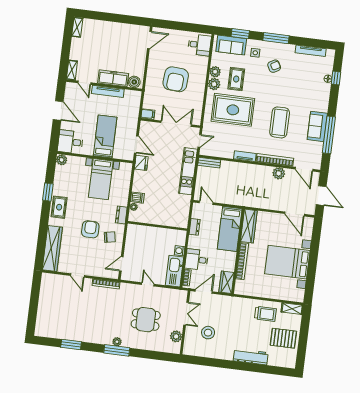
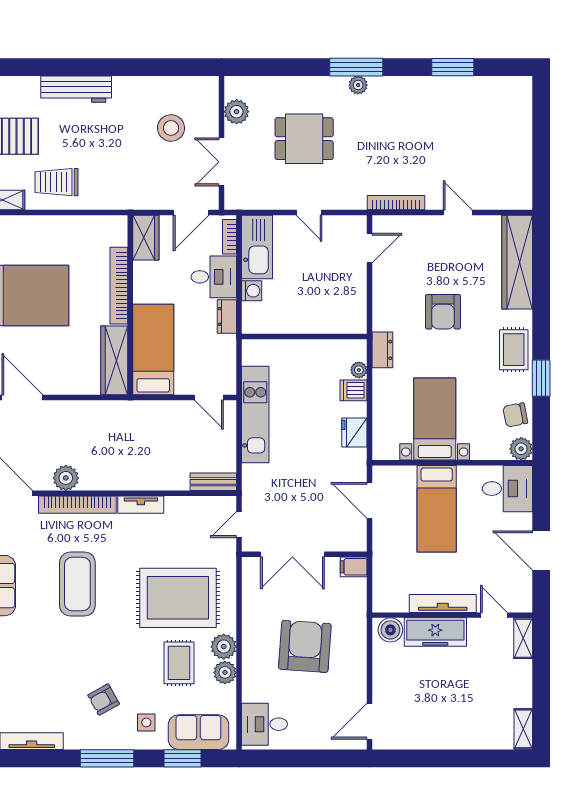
fridge: (141, 163) -> (354, 433), moved
kitchen unit: (188, 171) -> (255, 414), moved
dresser: (195, 227) -> (227, 316), moved
chair: (110, 237) -> (515, 415), moved

